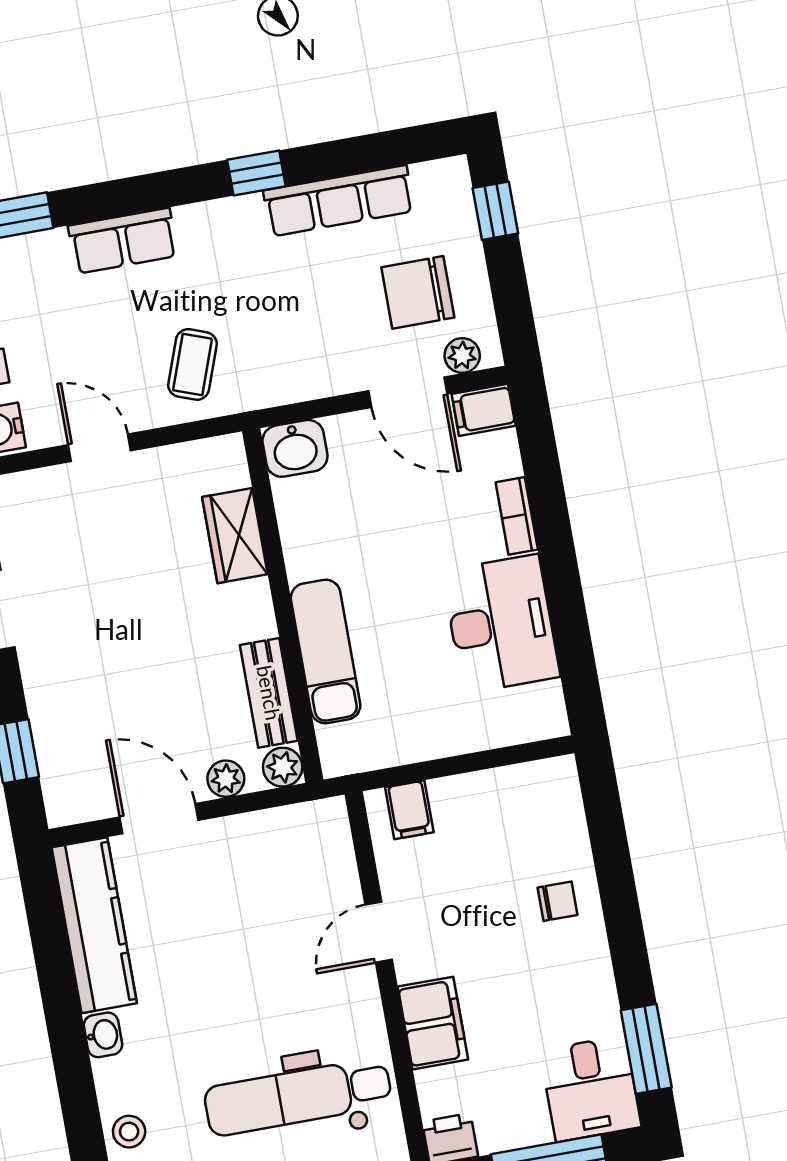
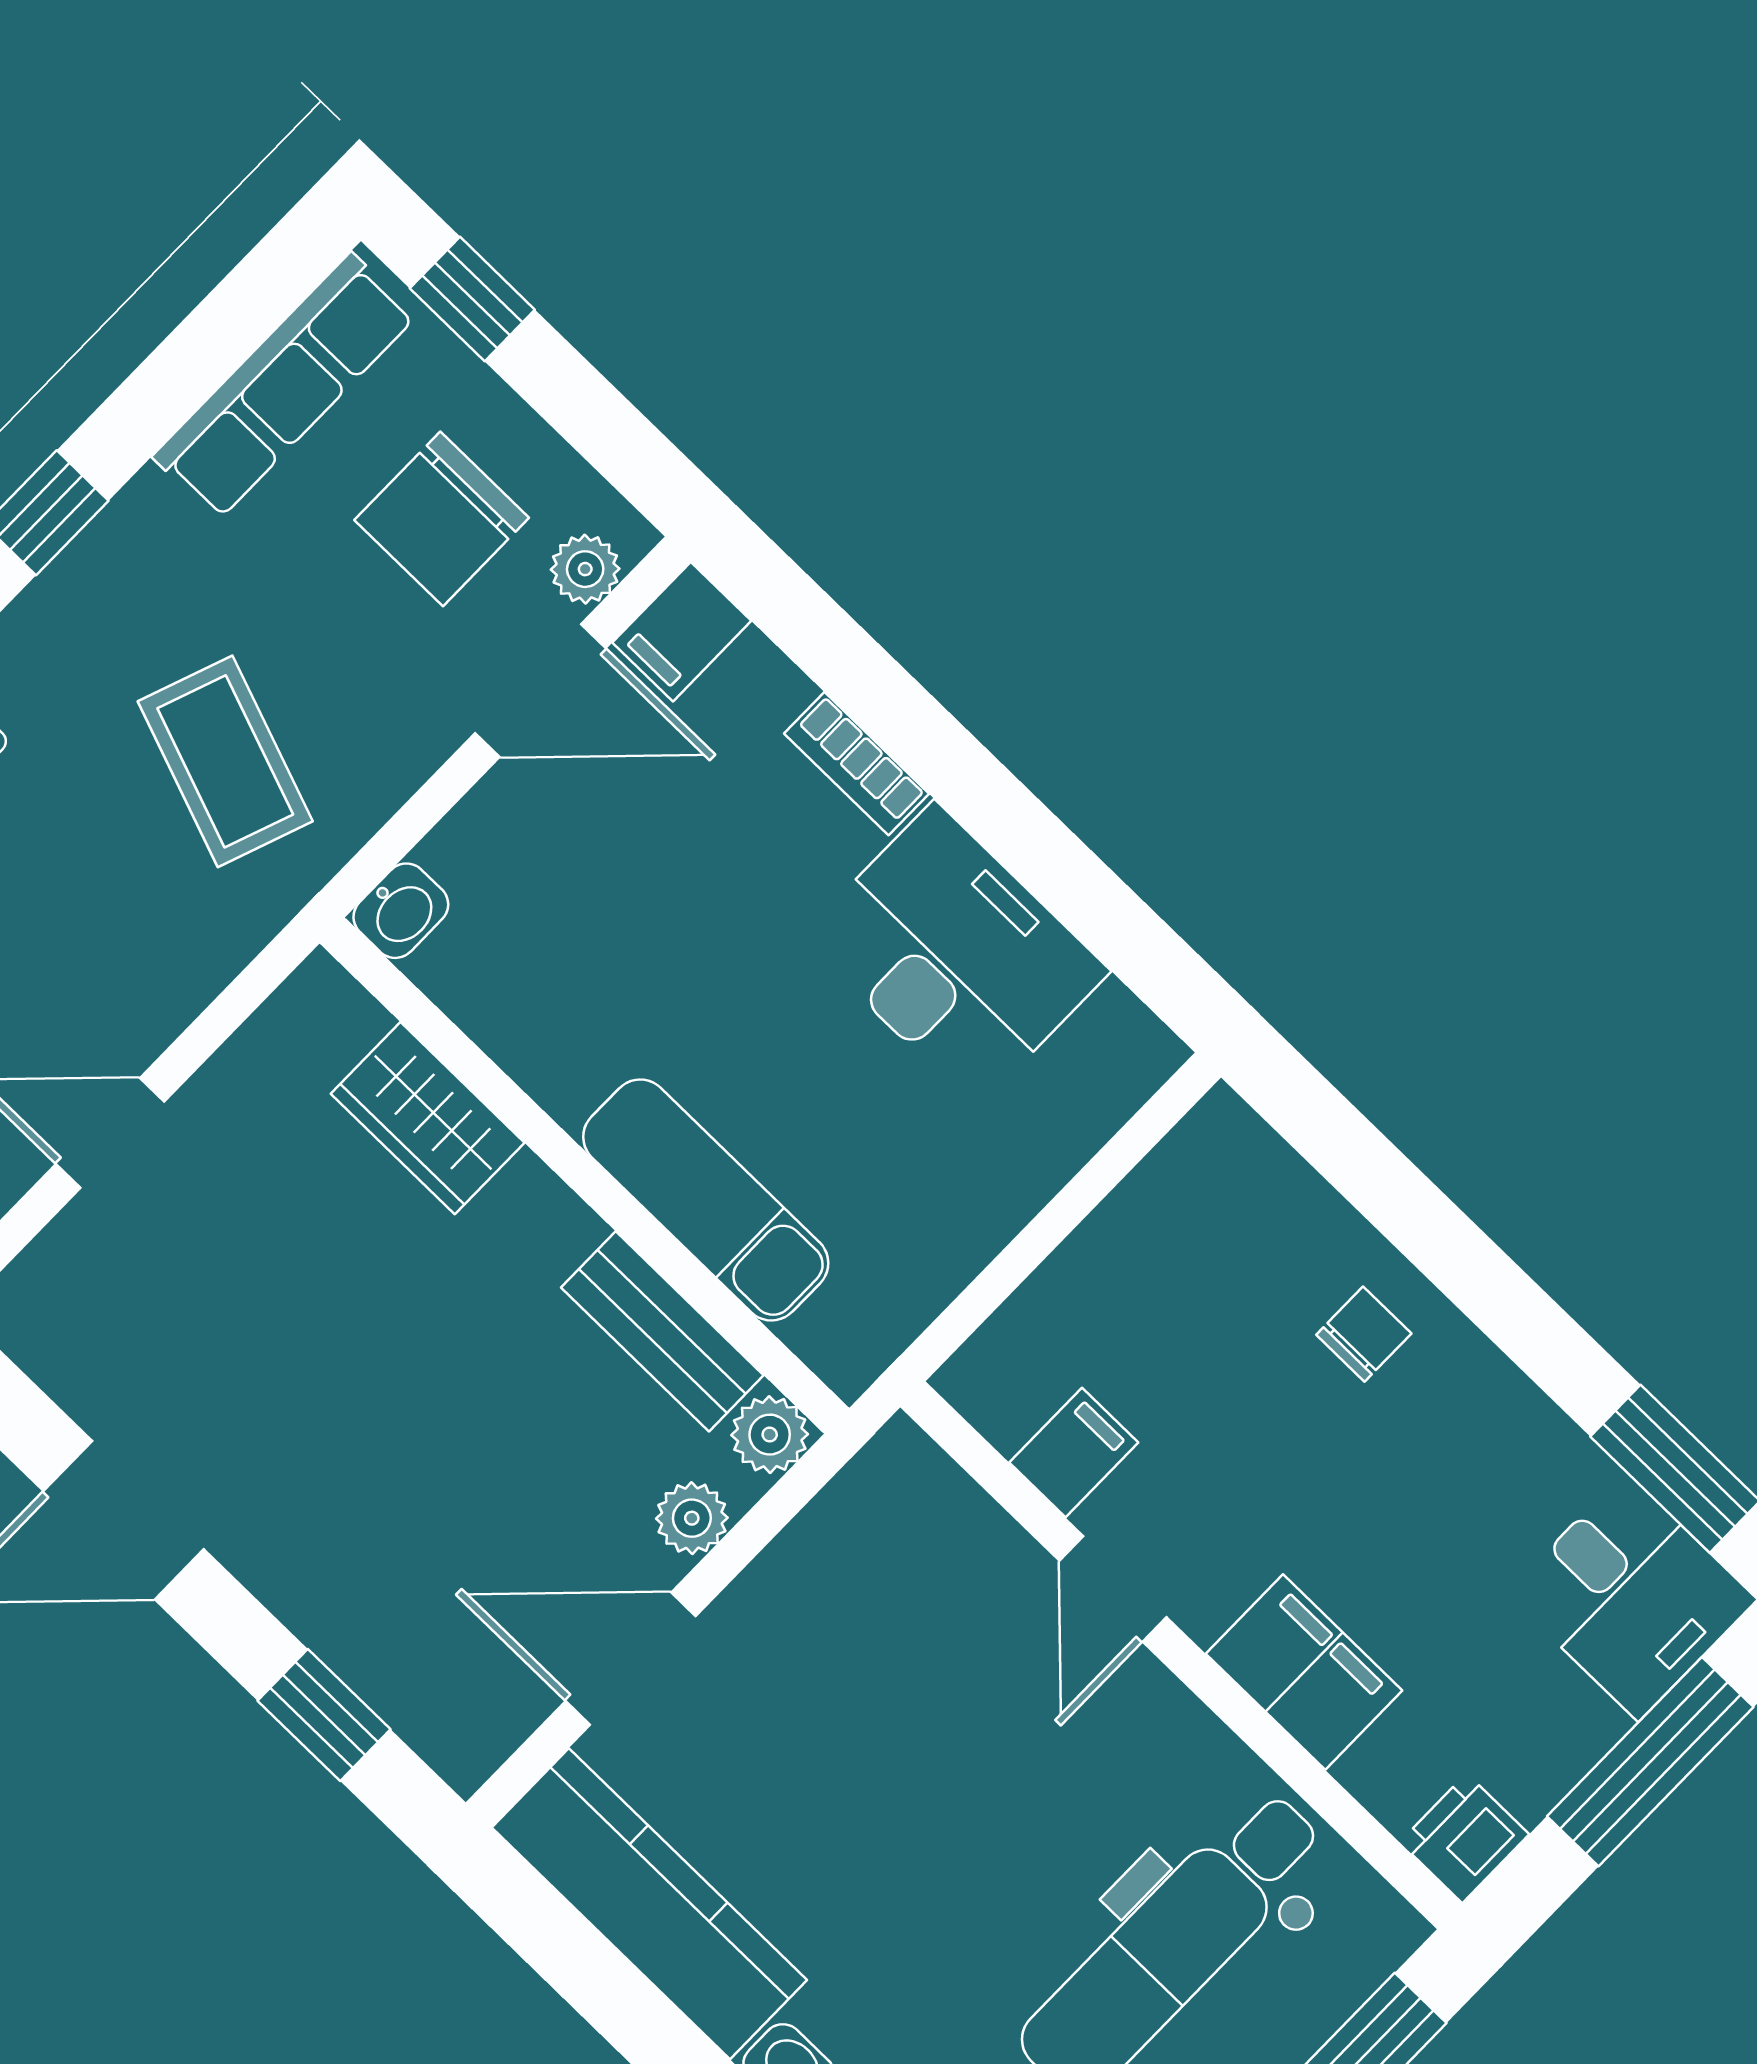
row of seats: (339, 201) -> (285, 386), moved
coffee table: (193, 364) -> (225, 761), moved, width x1.36, depth x1.30
washbasin: (295, 448) -> (401, 911), width x0.72, depth x0.69
filing cabinet: (409, 810) -> (1074, 1453), moved, turned -90

